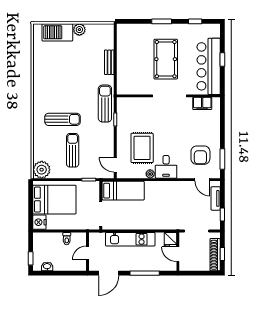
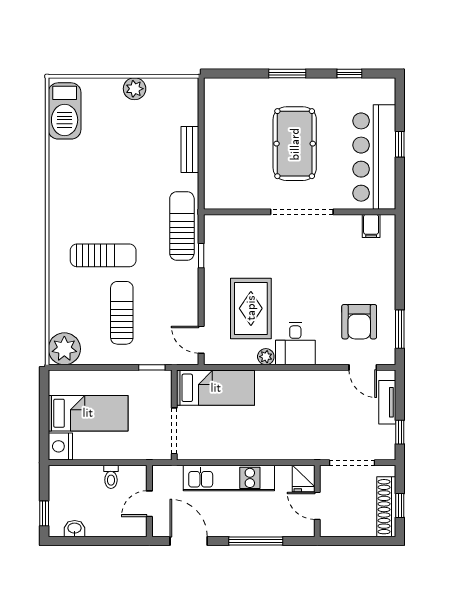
barbecue: (57, 32) -> (65, 111), moved, turned -90
filing cabinet: (202, 103) -> (371, 226), width x0.50
bed: (54, 200) -> (88, 413), width x0.67
door: (109, 273) -> (189, 541), swing flipped

